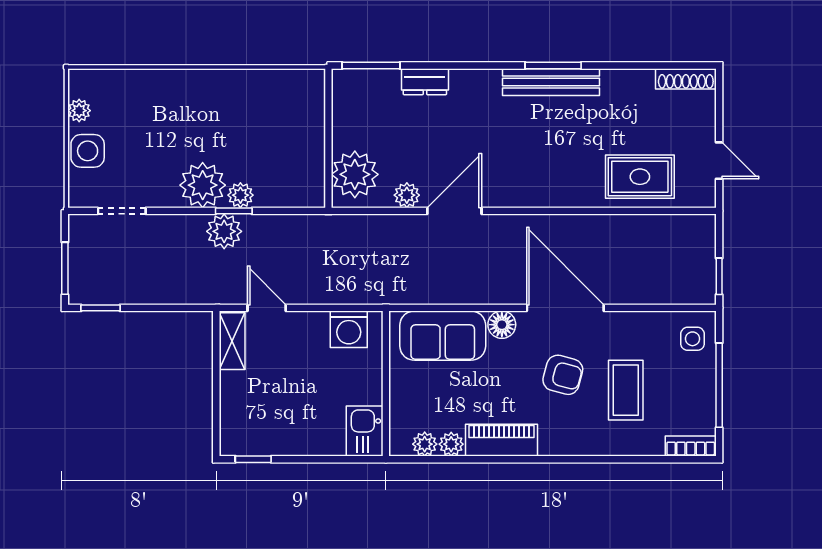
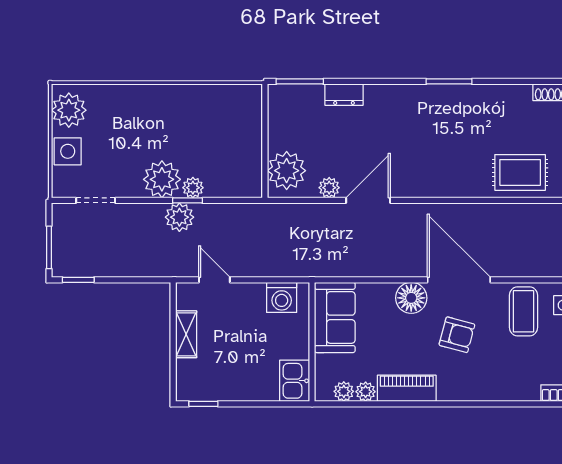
bench: (551, 82) -> (447, 95), removed
plant: (79, 111) -> (69, 110), width x1.88, depth x1.88
floor lamp: (502, 325) -> (411, 298), width x1.38, depth x1.38
sofa: (443, 336) -> (335, 317), moved, turned -90
shelving: (232, 341) -> (186, 334), moved
coffee table: (626, 390) -> (523, 311), moved

